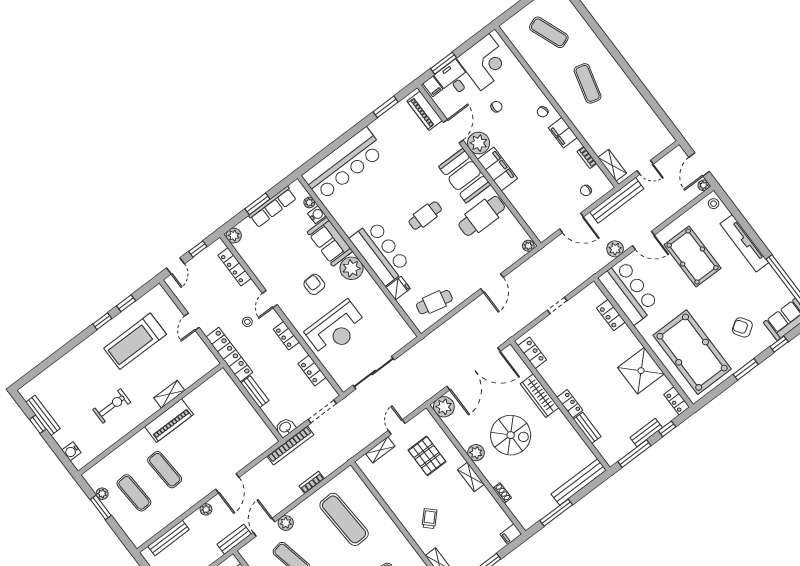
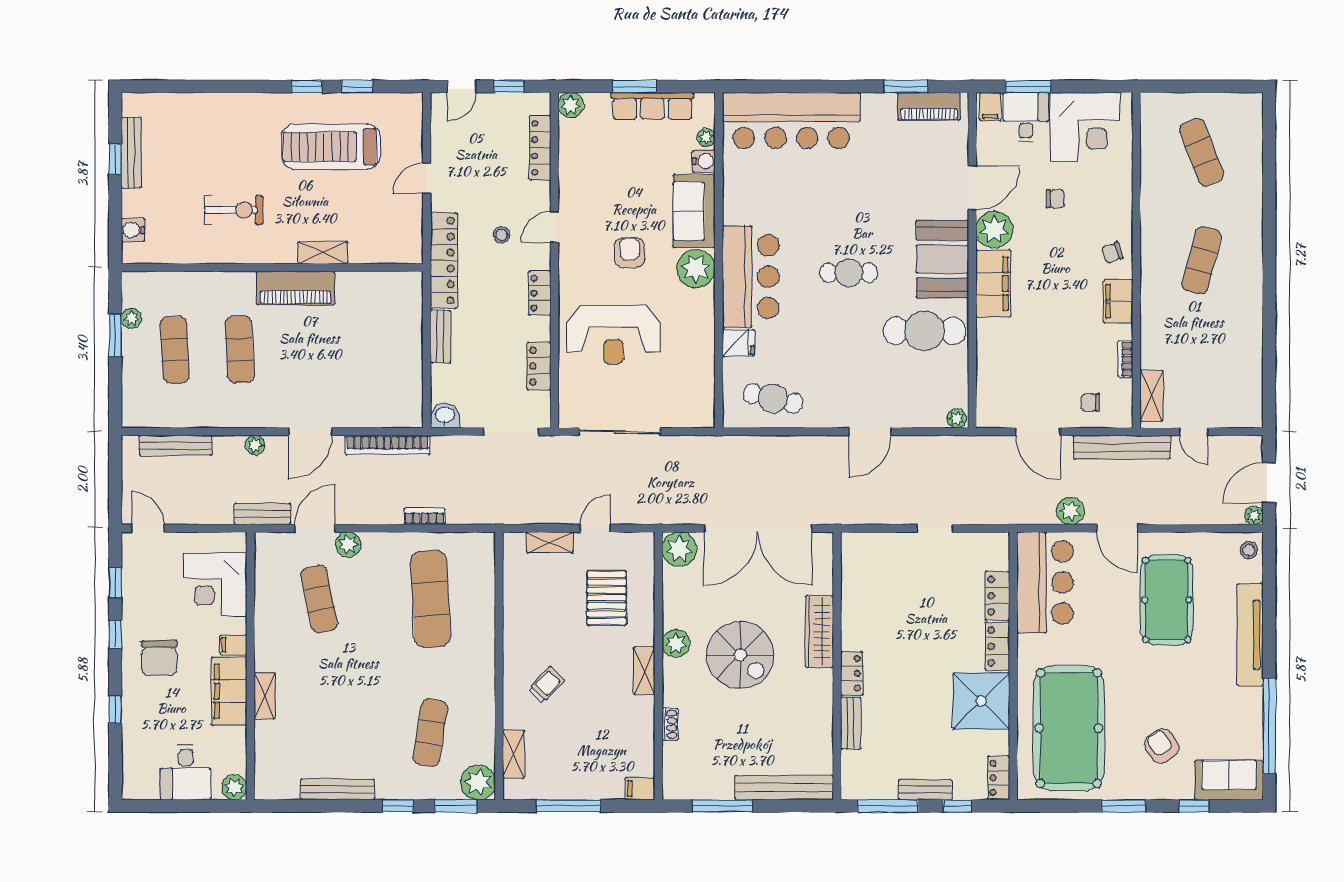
piano: (425, 111) -> (929, 106), moved, turned -90
locker: (532, 353) -> (997, 646), moved, turned 180
bookcase: (290, 445) -> (388, 445), moved

